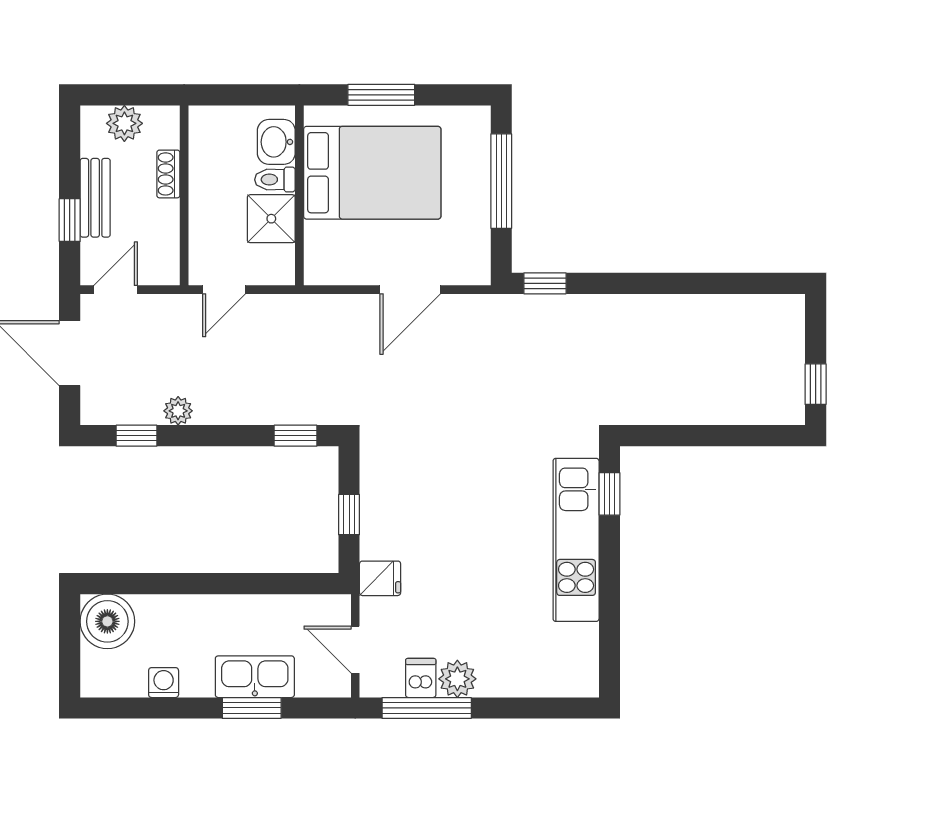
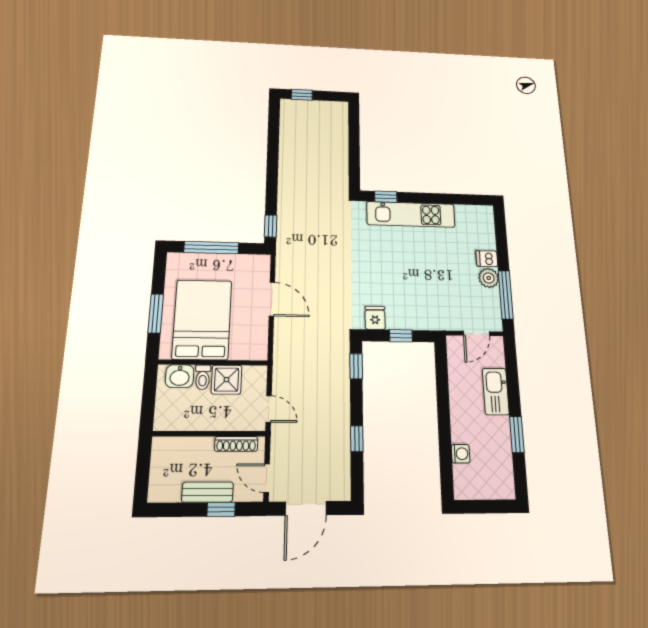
plant: (124, 123) -> (161, 473), removed
shoe rack: (168, 174) -> (236, 444), moved, width x1.43
window: (816, 384) -> (302, 95), moved
plant: (178, 411) -> (342, 438), removed
window: (137, 436) -> (357, 439), moved
fridge: (380, 578) -> (375, 318), moved
boiler: (107, 621) -> (469, 482), removed
dishwasher: (421, 678) -> (487, 259), moved
washing machine: (164, 683) -> (461, 454), moved, turned 180
window: (252, 708) -> (517, 434), moved

